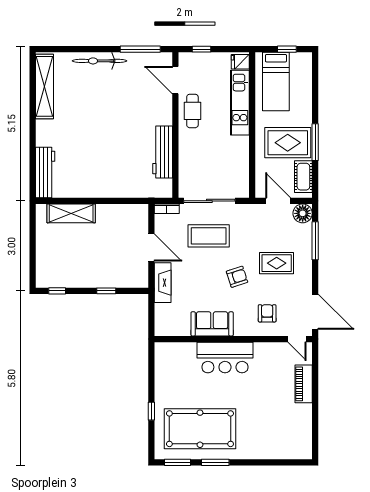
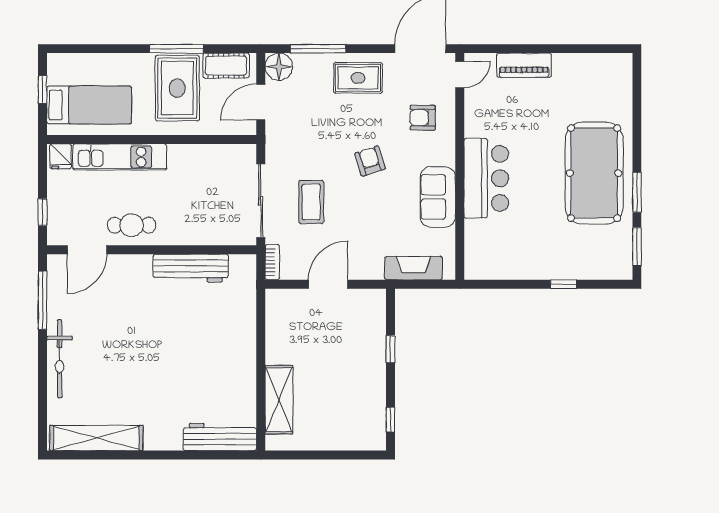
coffee table: (209, 236) -> (311, 202), width x0.73, depth x0.76
rug: (277, 263) -> (358, 78), moved, turned 90
fireplace: (163, 283) -> (413, 268), moved
pool table: (200, 429) -> (594, 173), moved

